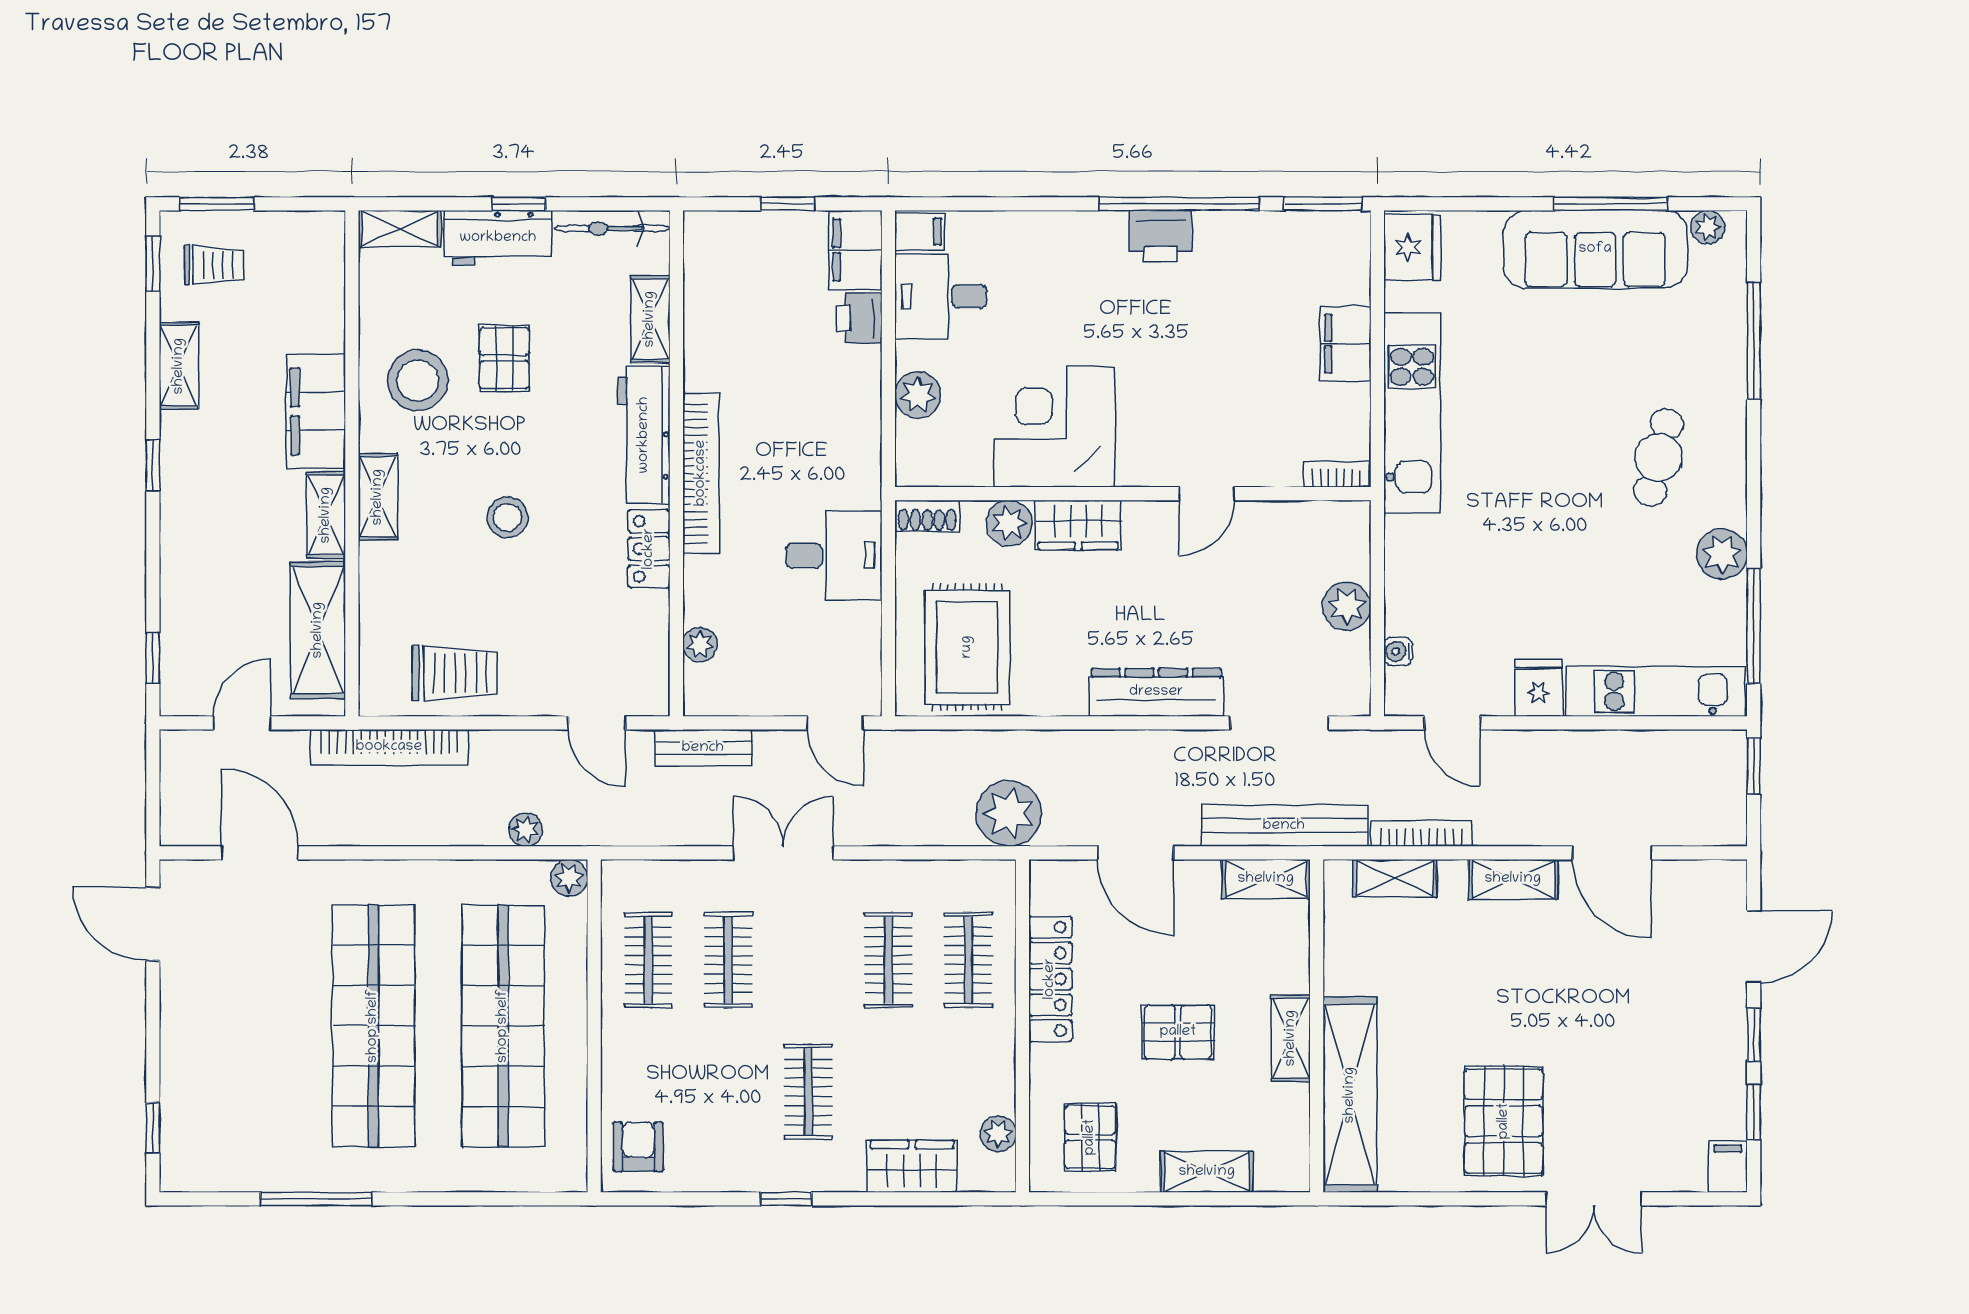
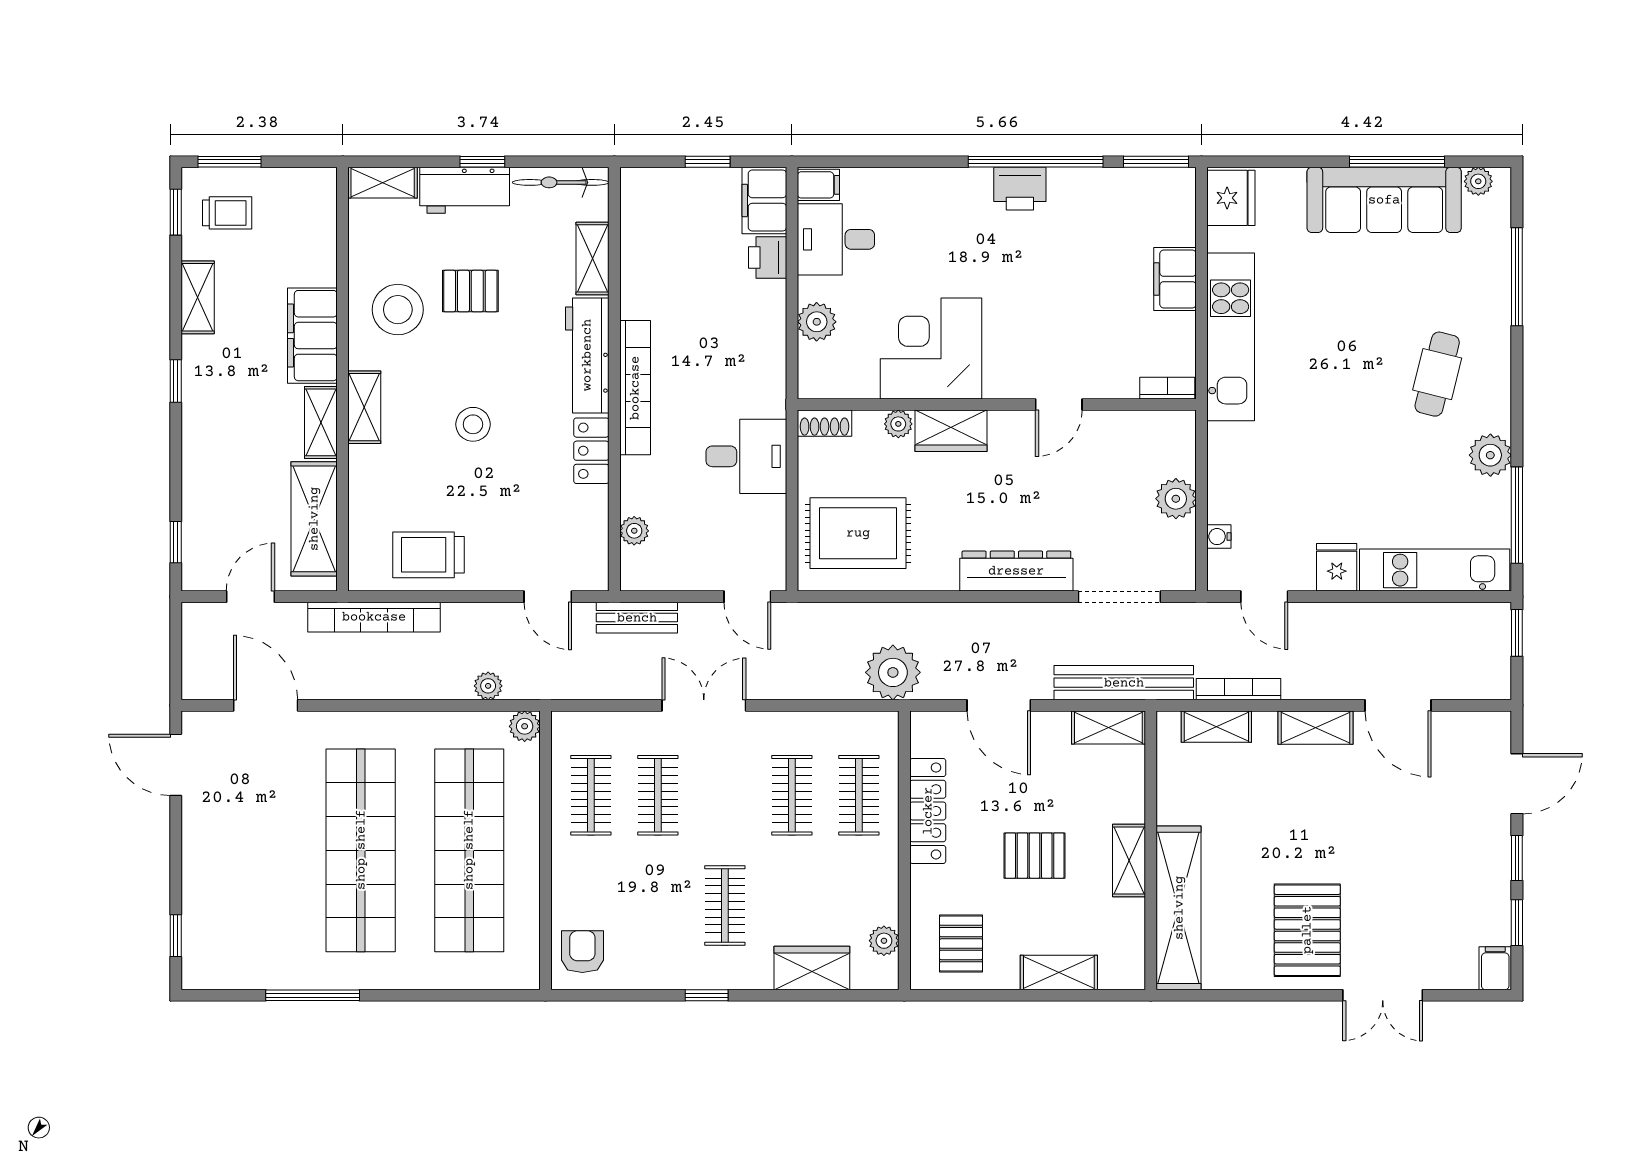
pallet: (504, 358) -> (470, 291), turned 90
plant: (1009, 523) -> (898, 424), width x0.73, depth x0.73
rug: (967, 647) -> (858, 533), turned 90
trolley: (455, 673) -> (429, 555), turned 180

